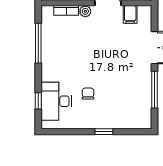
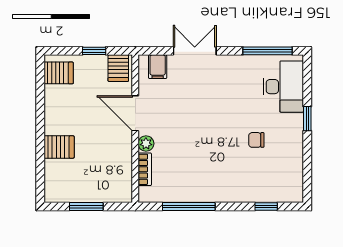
filing cabinet: (130, 14) -> (158, 67), moved, turned 90
window: (154, 90) -> (268, 51), moved
desk: (56, 101) -> (283, 87), moved, turned -90

